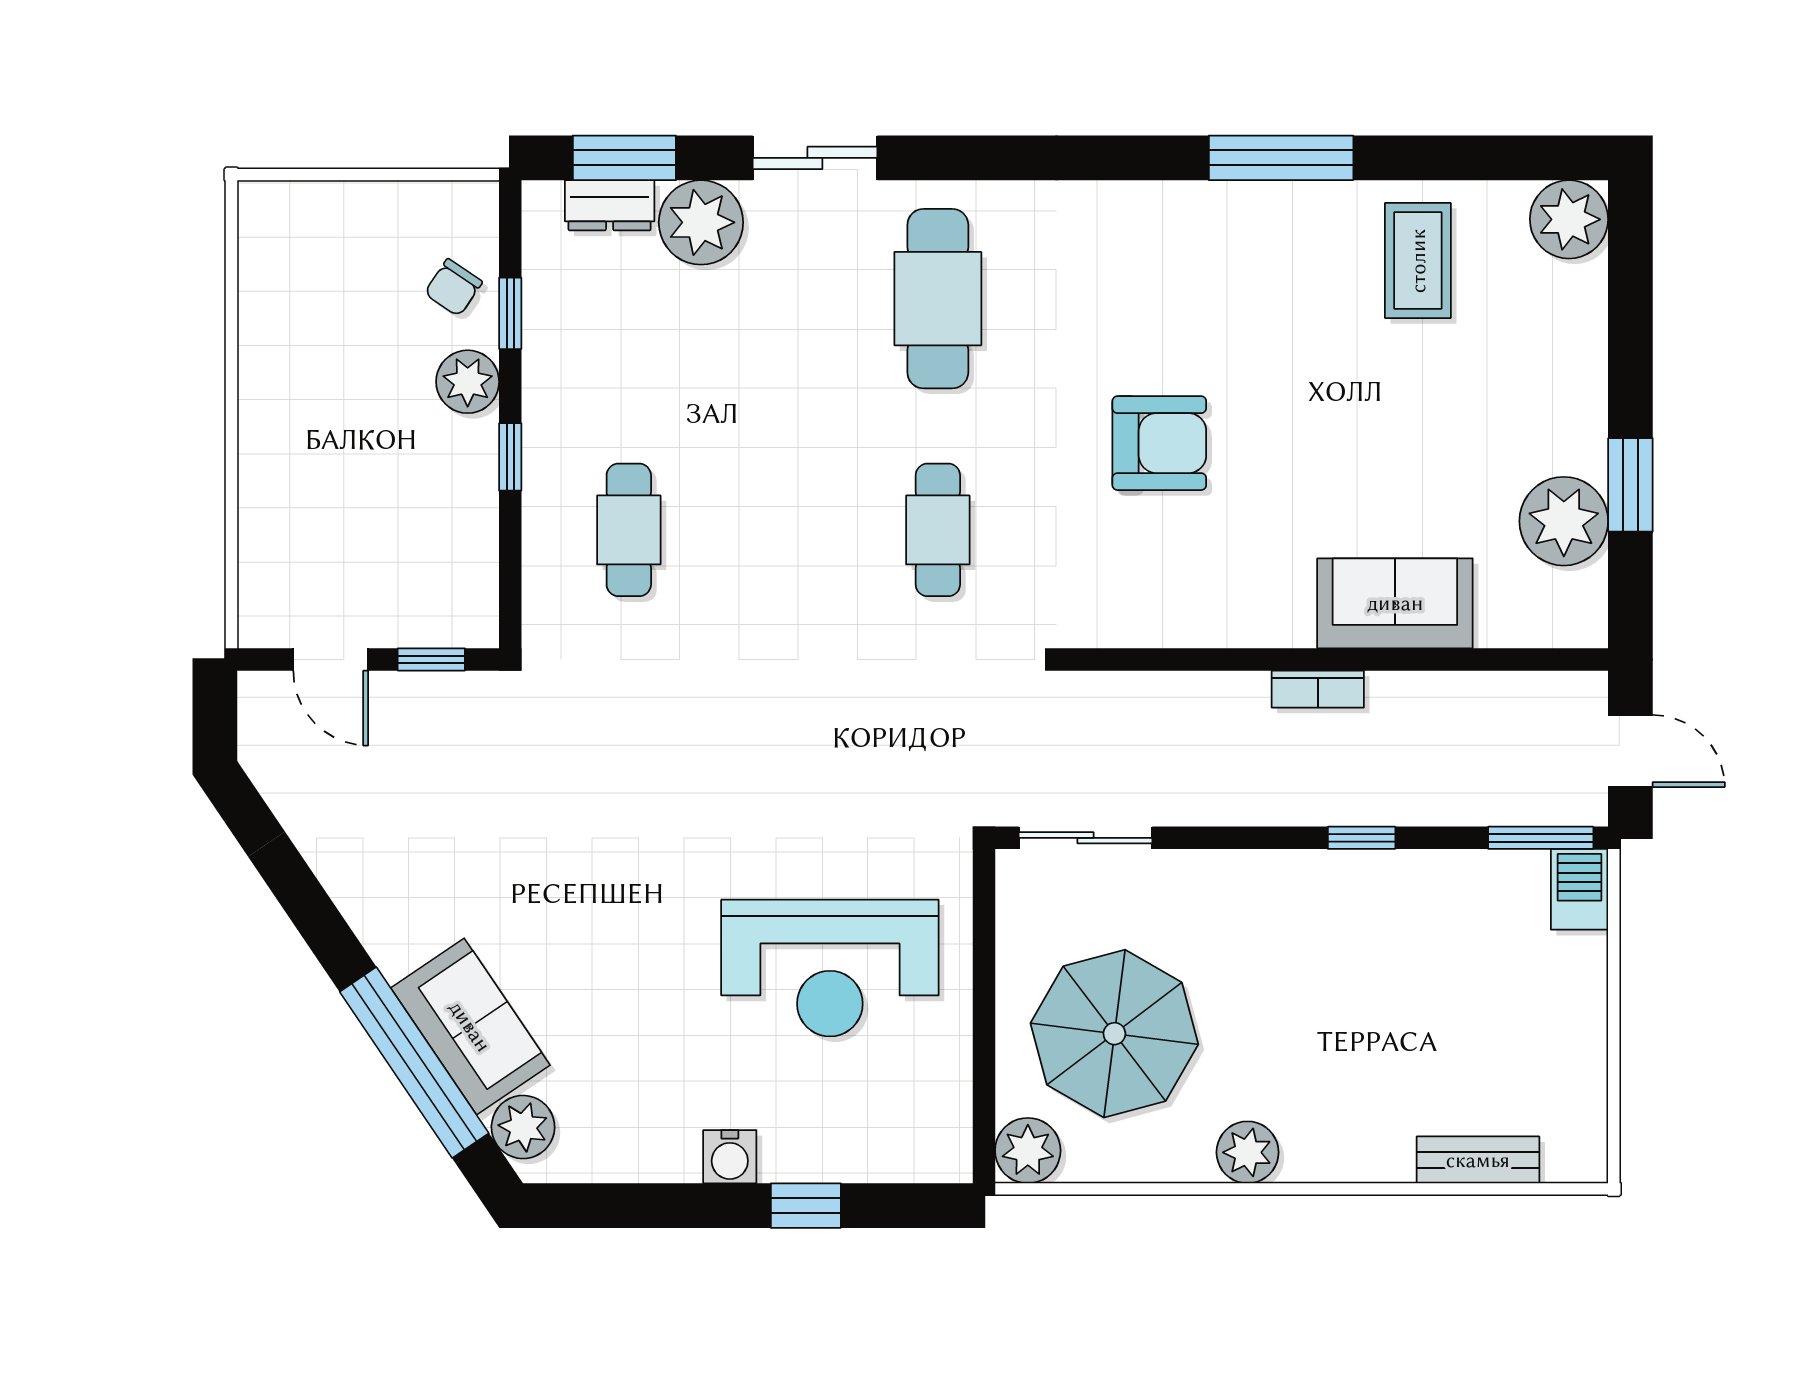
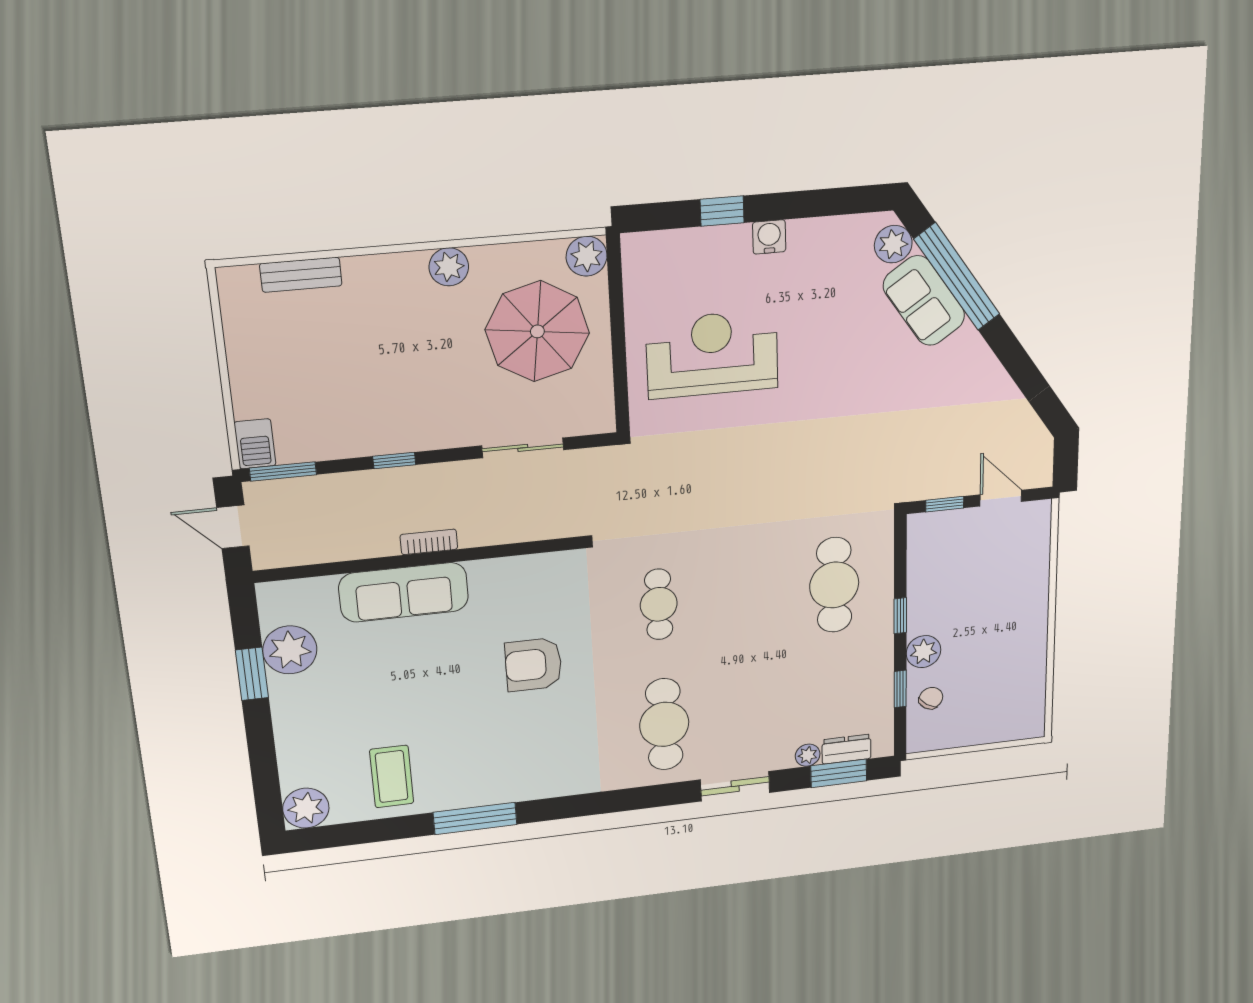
plant: (701, 222) -> (808, 755), width x0.53, depth x0.53
cafe table: (629, 530) -> (834, 585), width x1.37, depth x1.35
sofa: (1395, 603) -> (404, 592), width x1.36
sliding door: (1085, 838) -> (523, 448), moved

